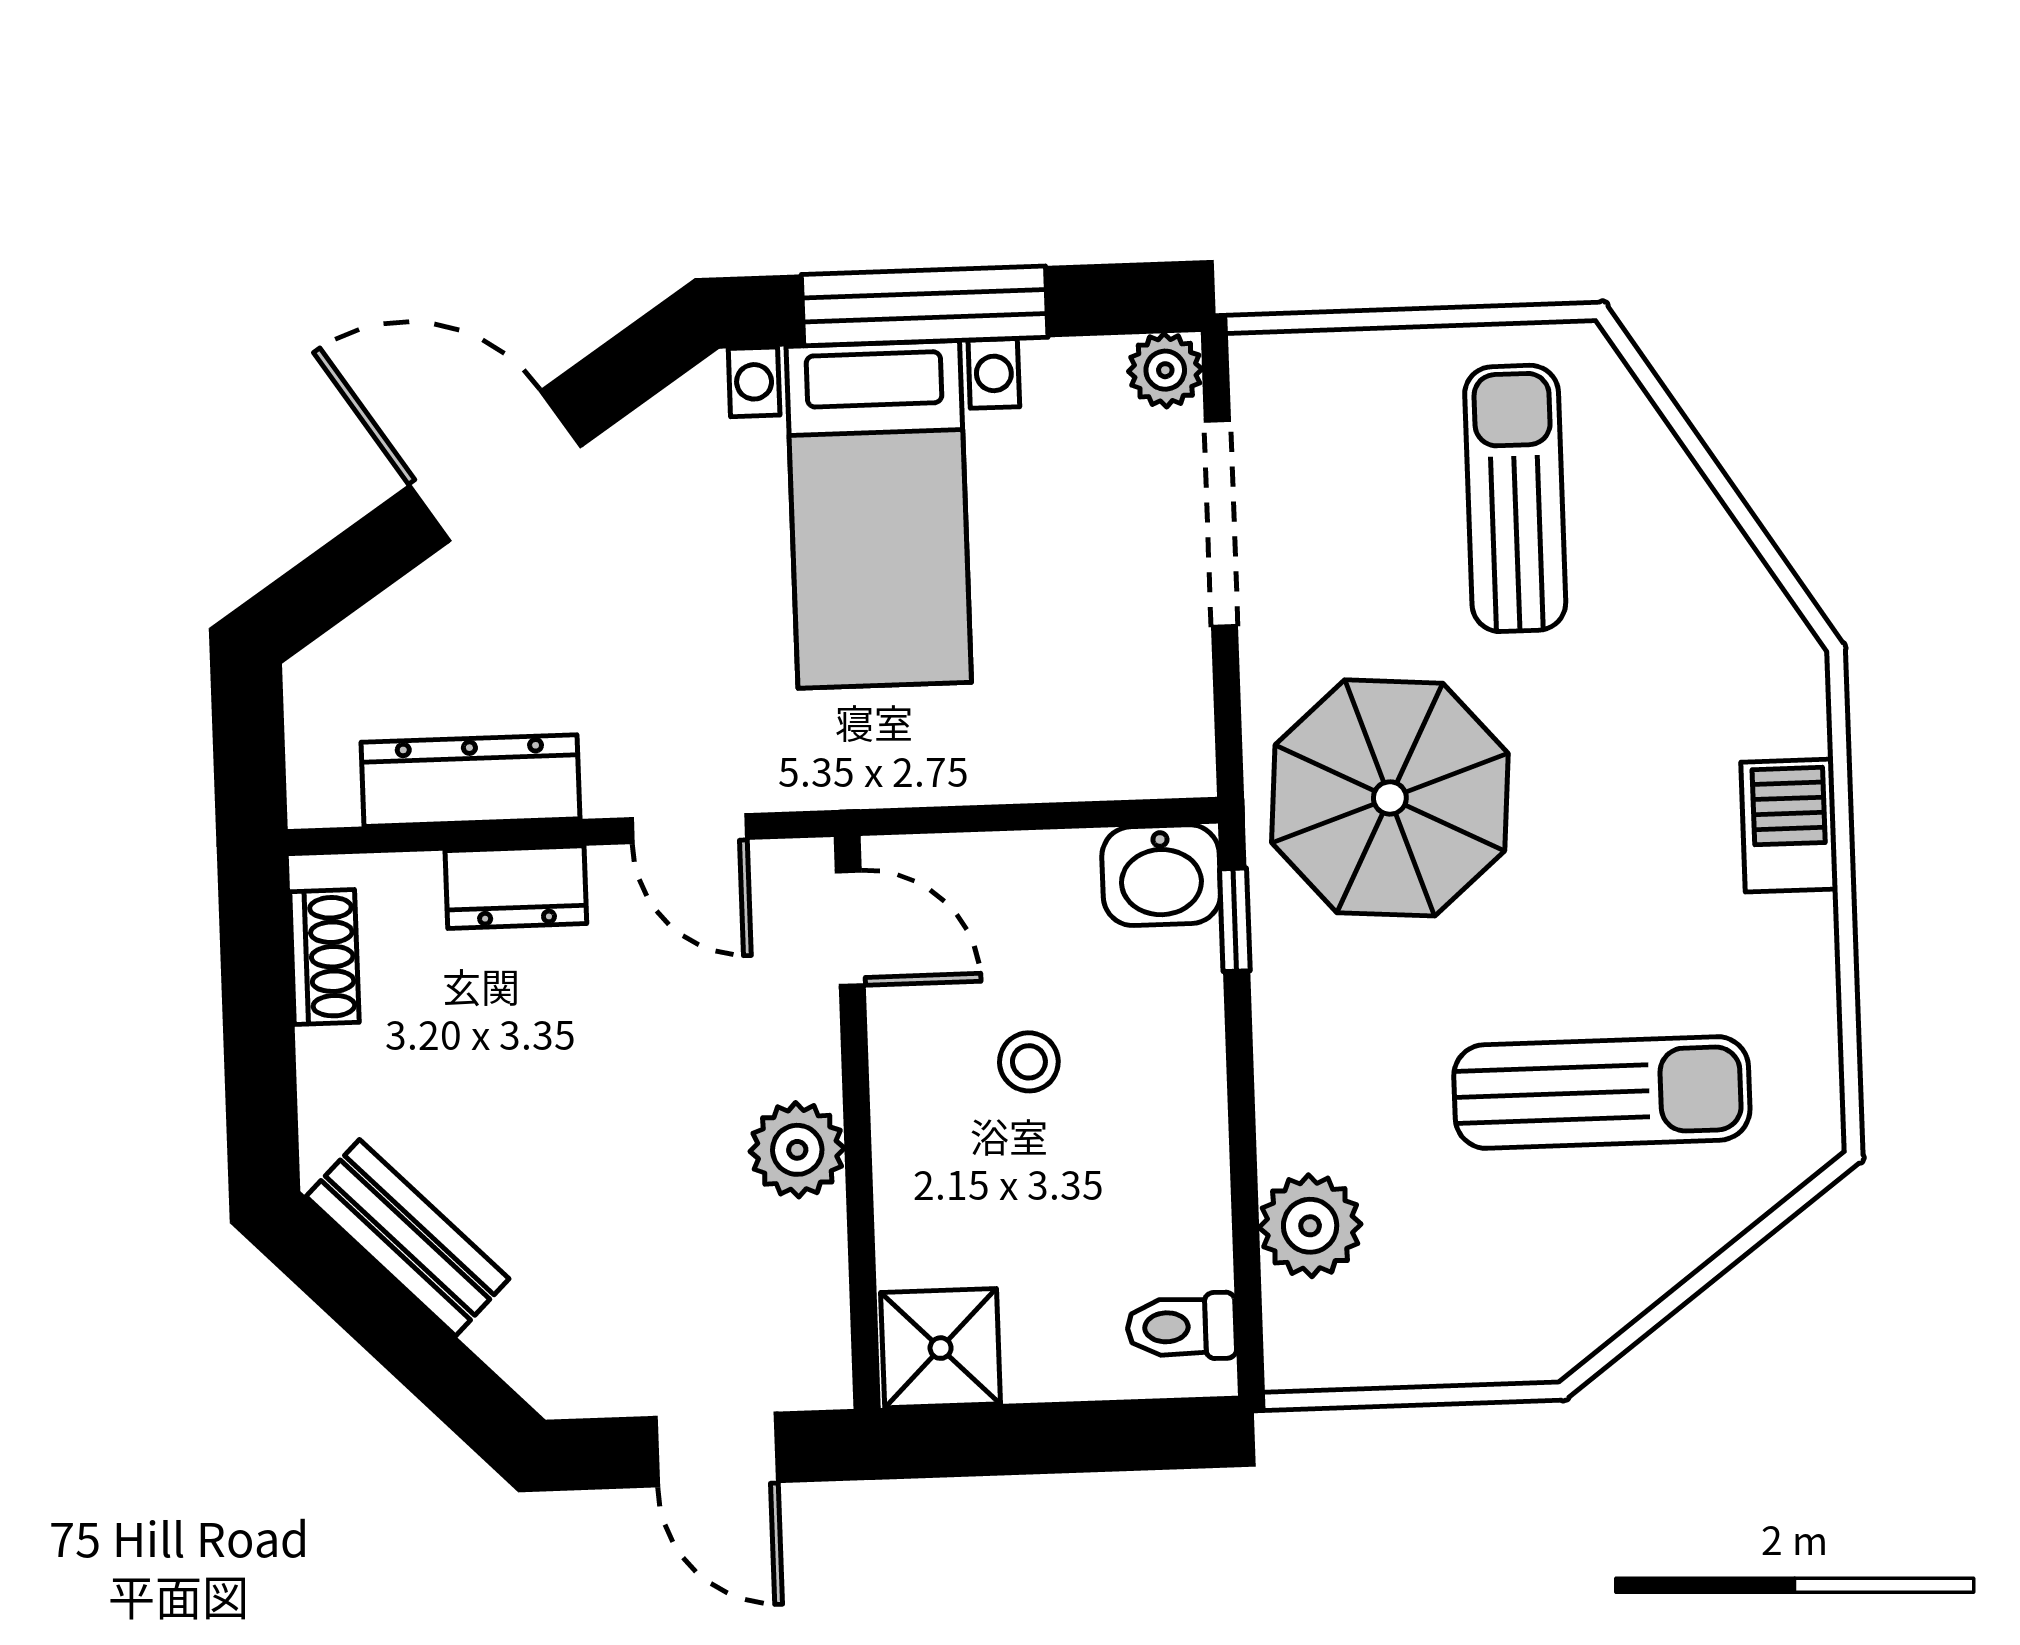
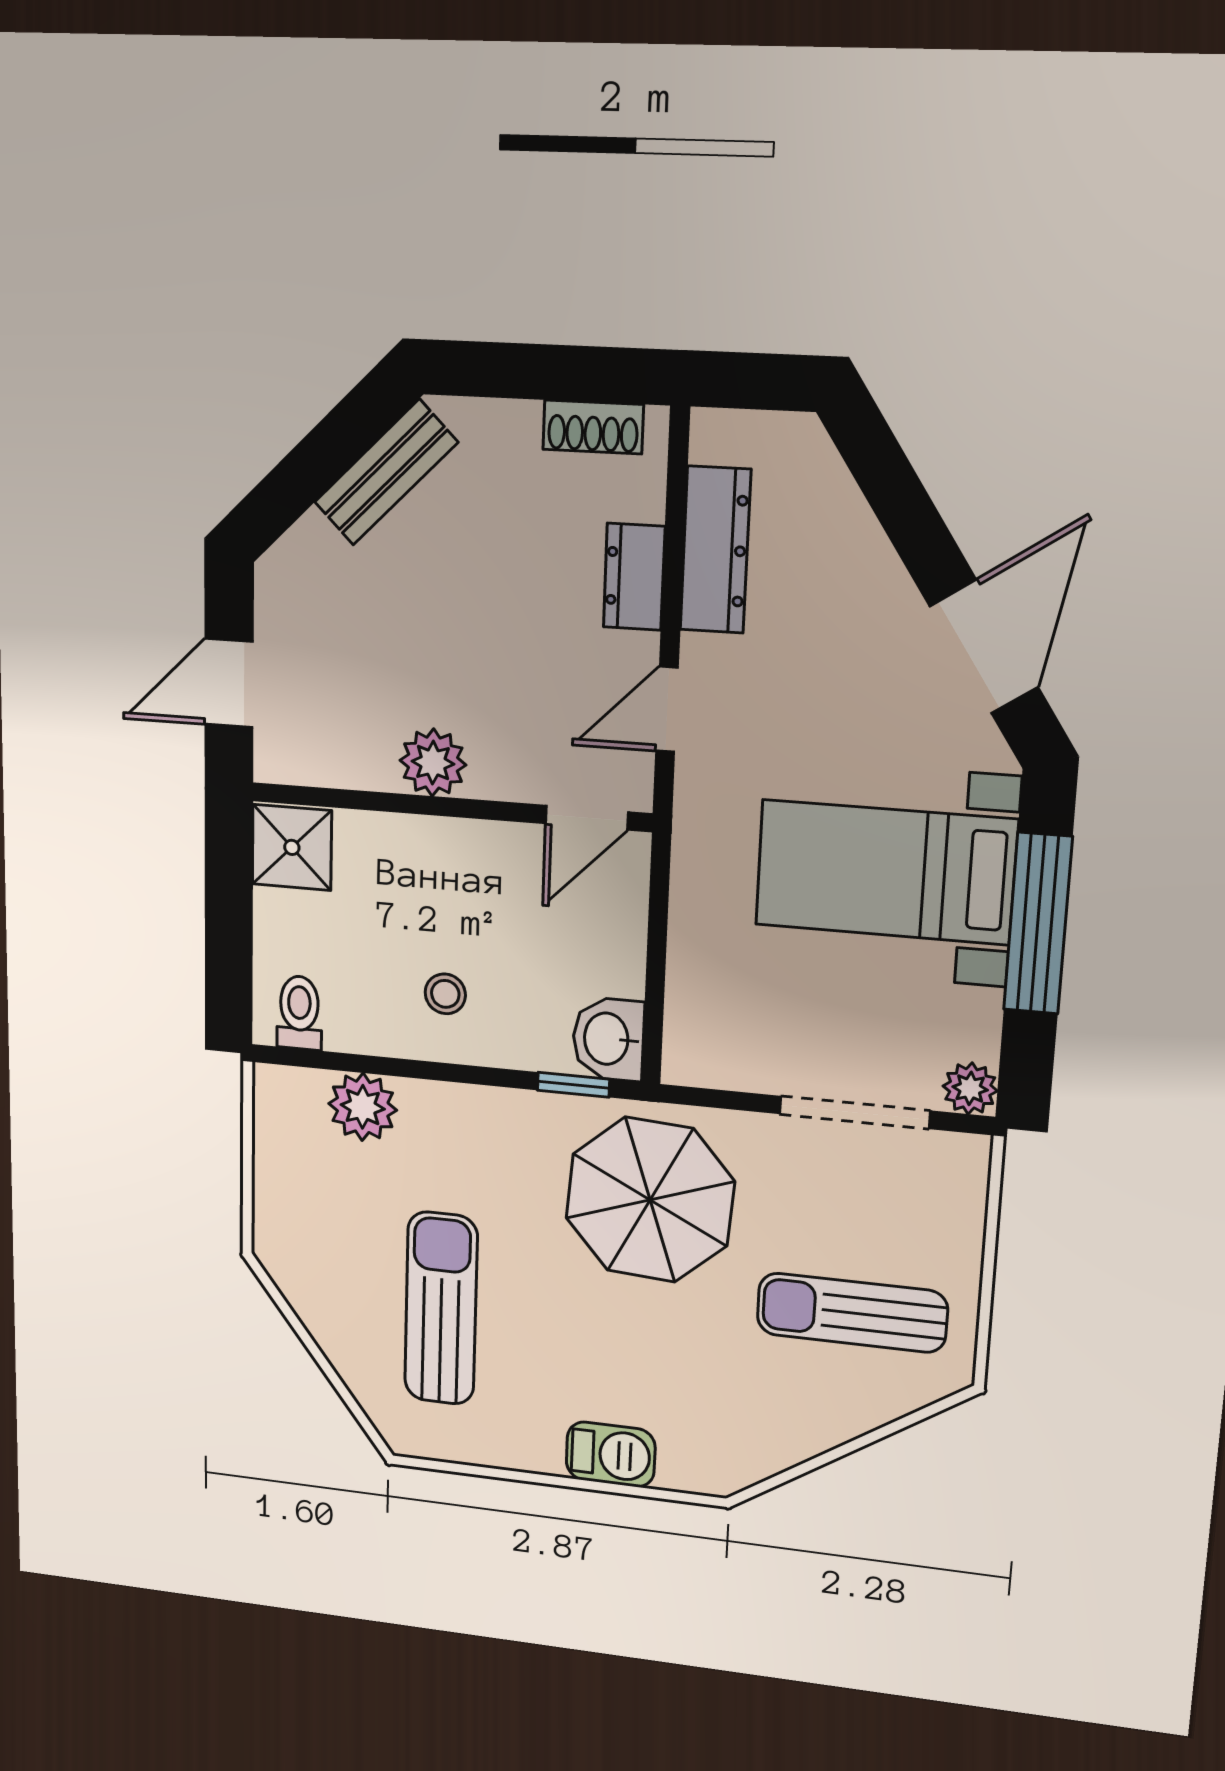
door: (495, 466) -> (984, 647), moved
sun lounger: (1515, 498) -> (852, 1313), turned 180
stool: (1029, 1062) -> (445, 994), moved
sun lounger: (1602, 1092) -> (441, 1309), turned 180

